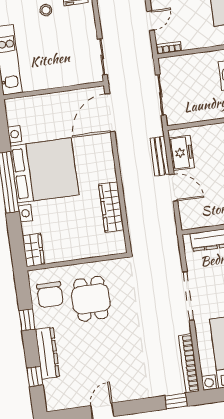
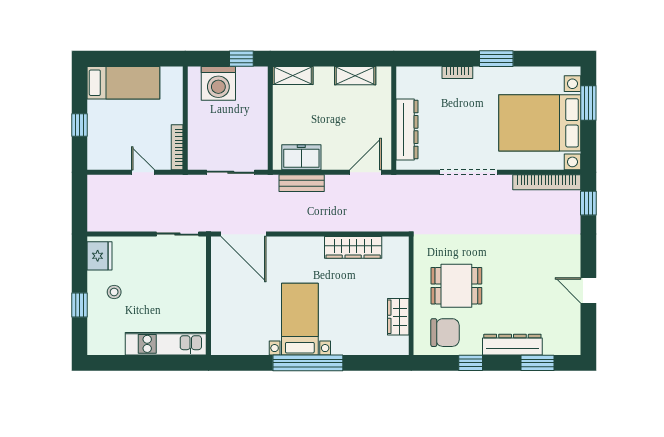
bookcase: (169, 48) -> (177, 147), width x1.56
bed with nightstands: (44, 170) -> (300, 319), width x0.54
door: (173, 188) -> (365, 172), moved
wardrobe: (33, 250) -> (398, 317), moved, turned -90
window: (35, 376) -> (537, 363), width x1.50

